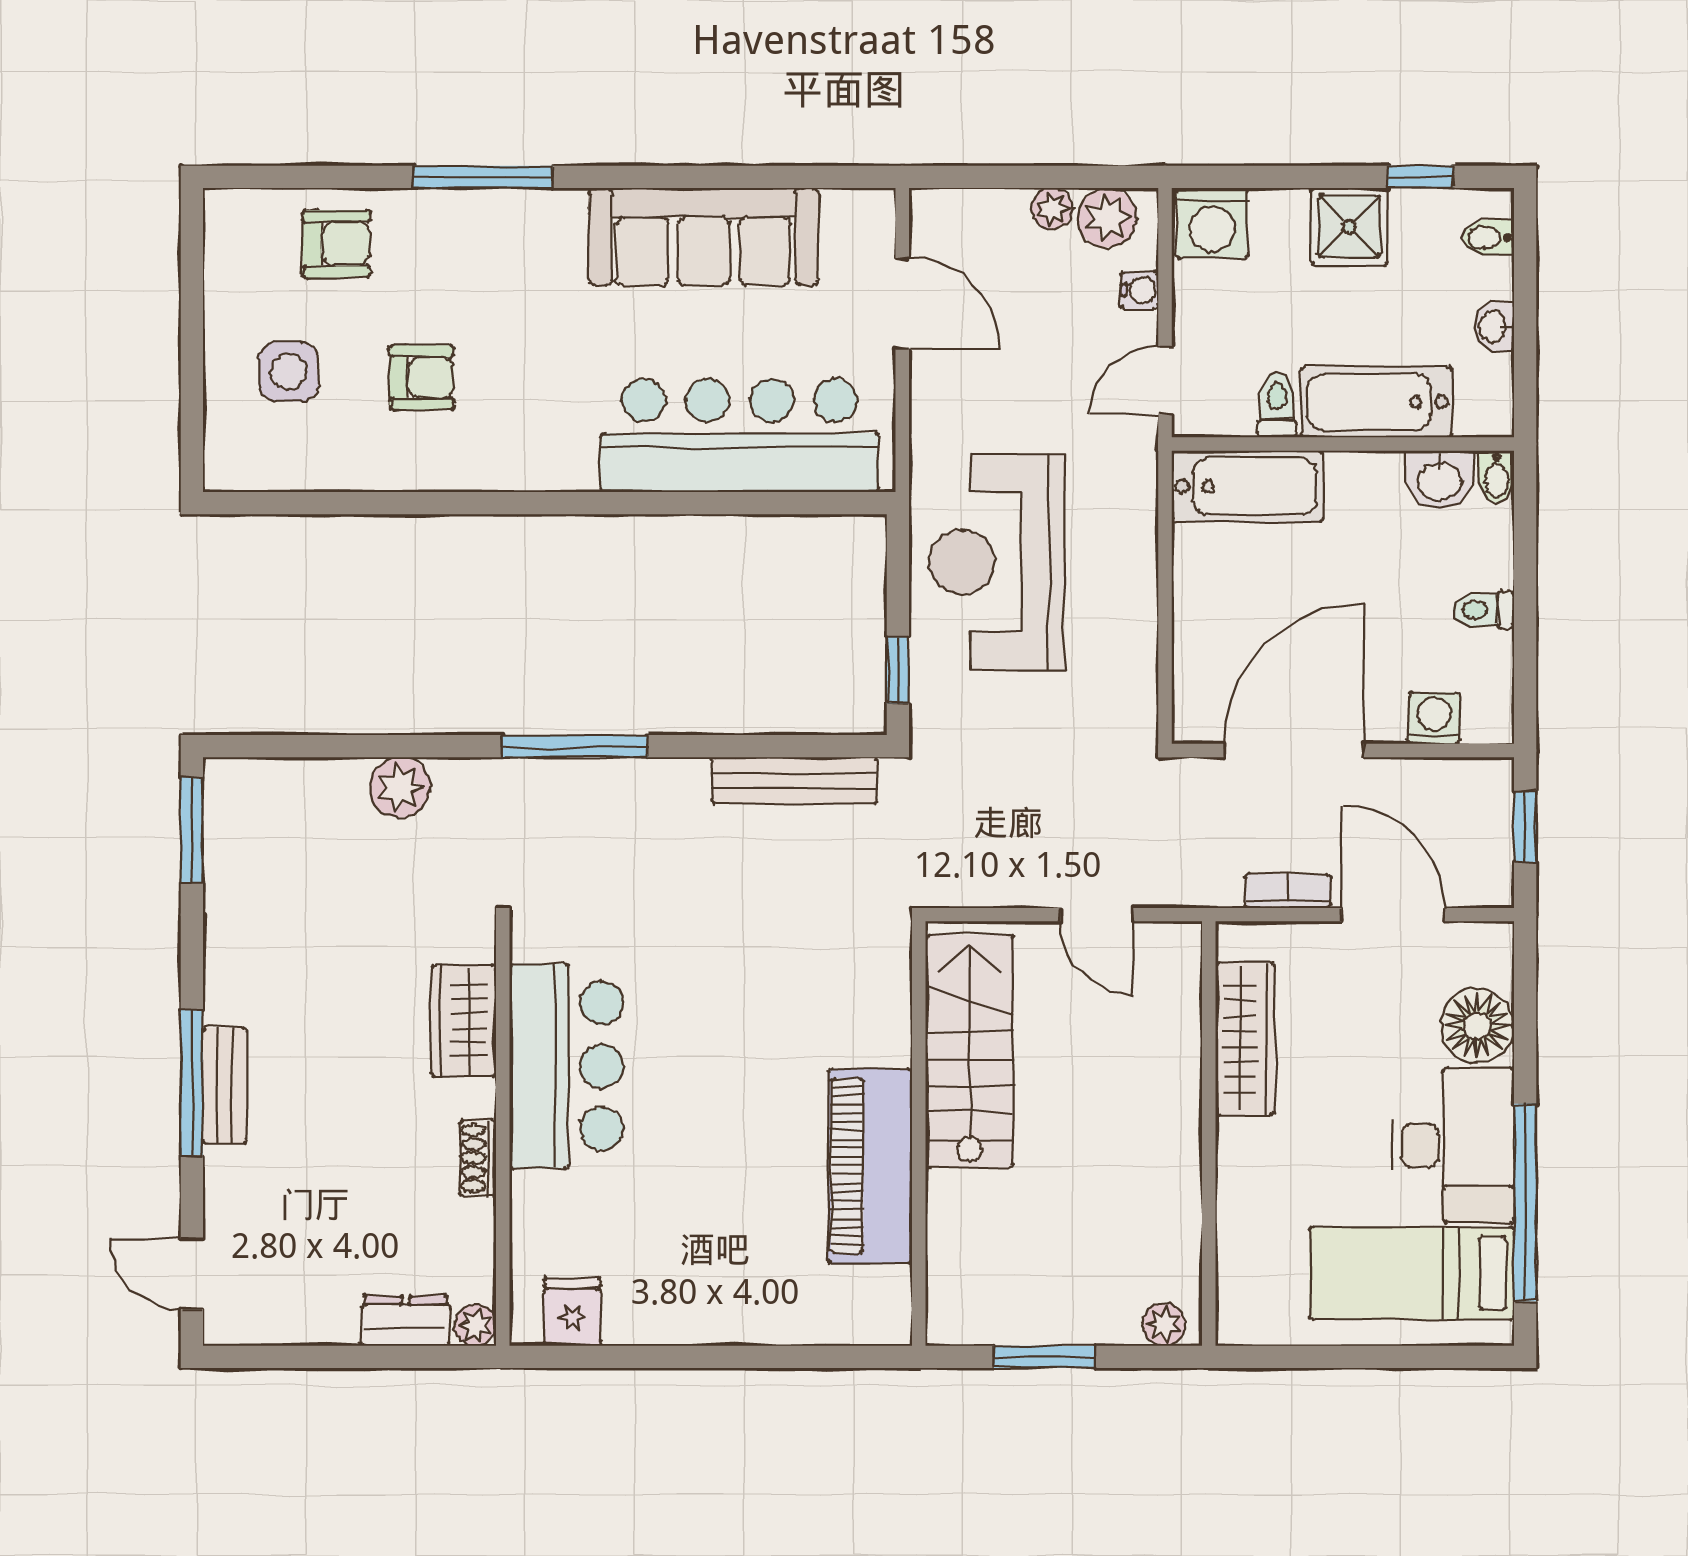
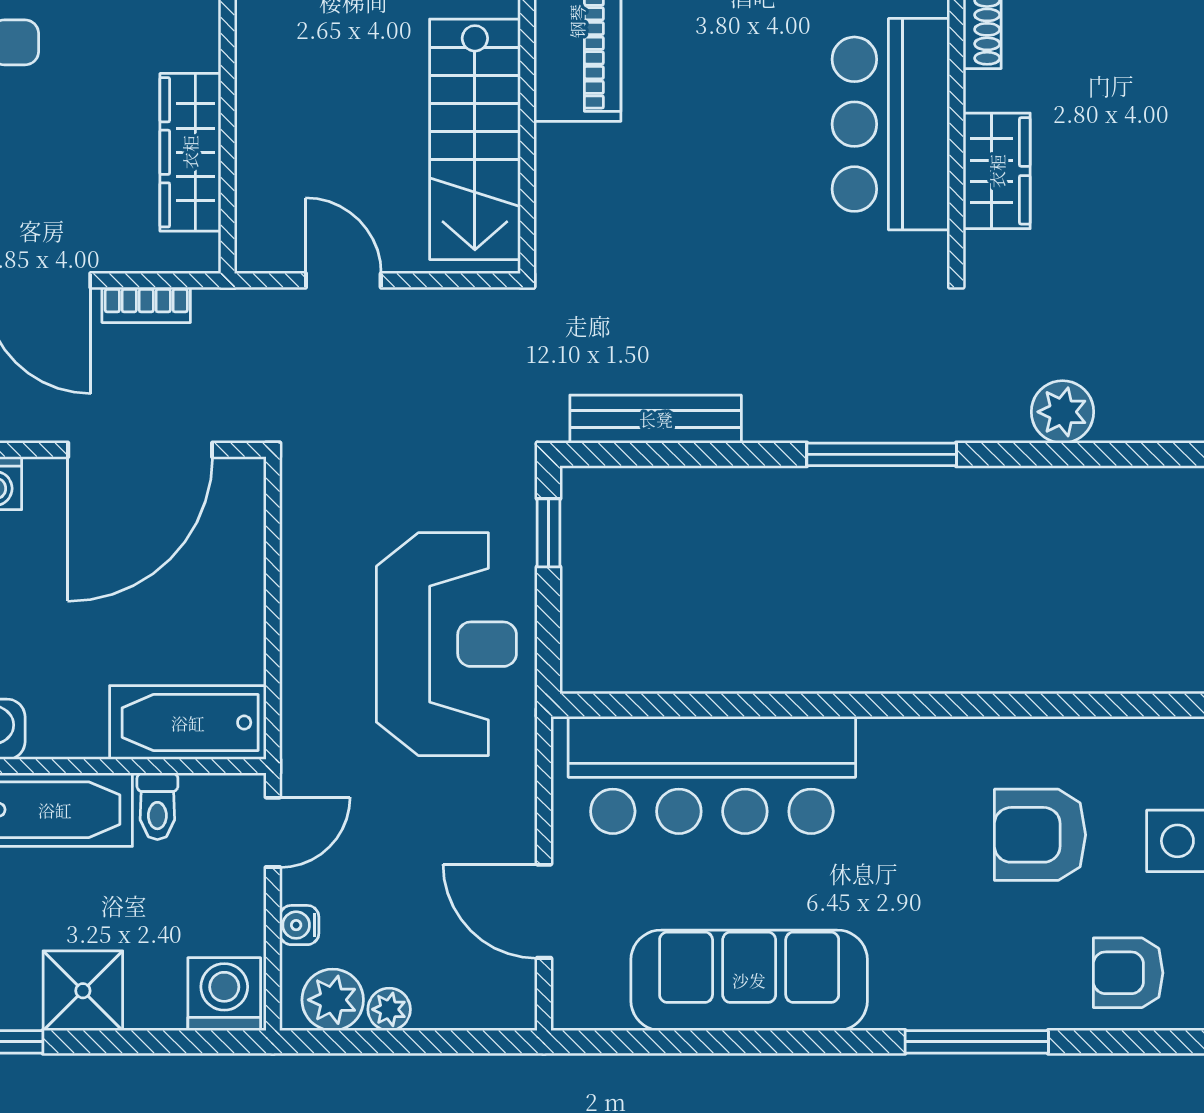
armchair: (422, 377) -> (1040, 835), width x1.38, depth x1.38

